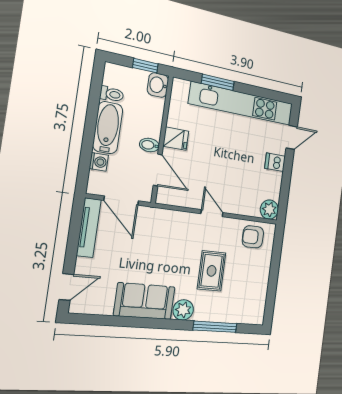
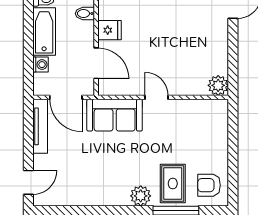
bidet: (149, 145) -> (85, 14), moved
dishwasher: (275, 162) -> (218, 36), removed
armchair: (253, 237) -> (209, 185), moved
rug: (212, 271) -> (173, 183), moved
sofa: (145, 301) -> (115, 115), moved, turned 180

